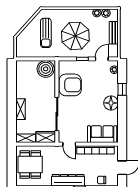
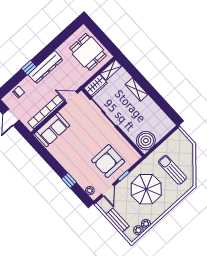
armchair: (70, 85) -> (108, 161), moved
floor lamp: (111, 103) -> (68, 161), removed

